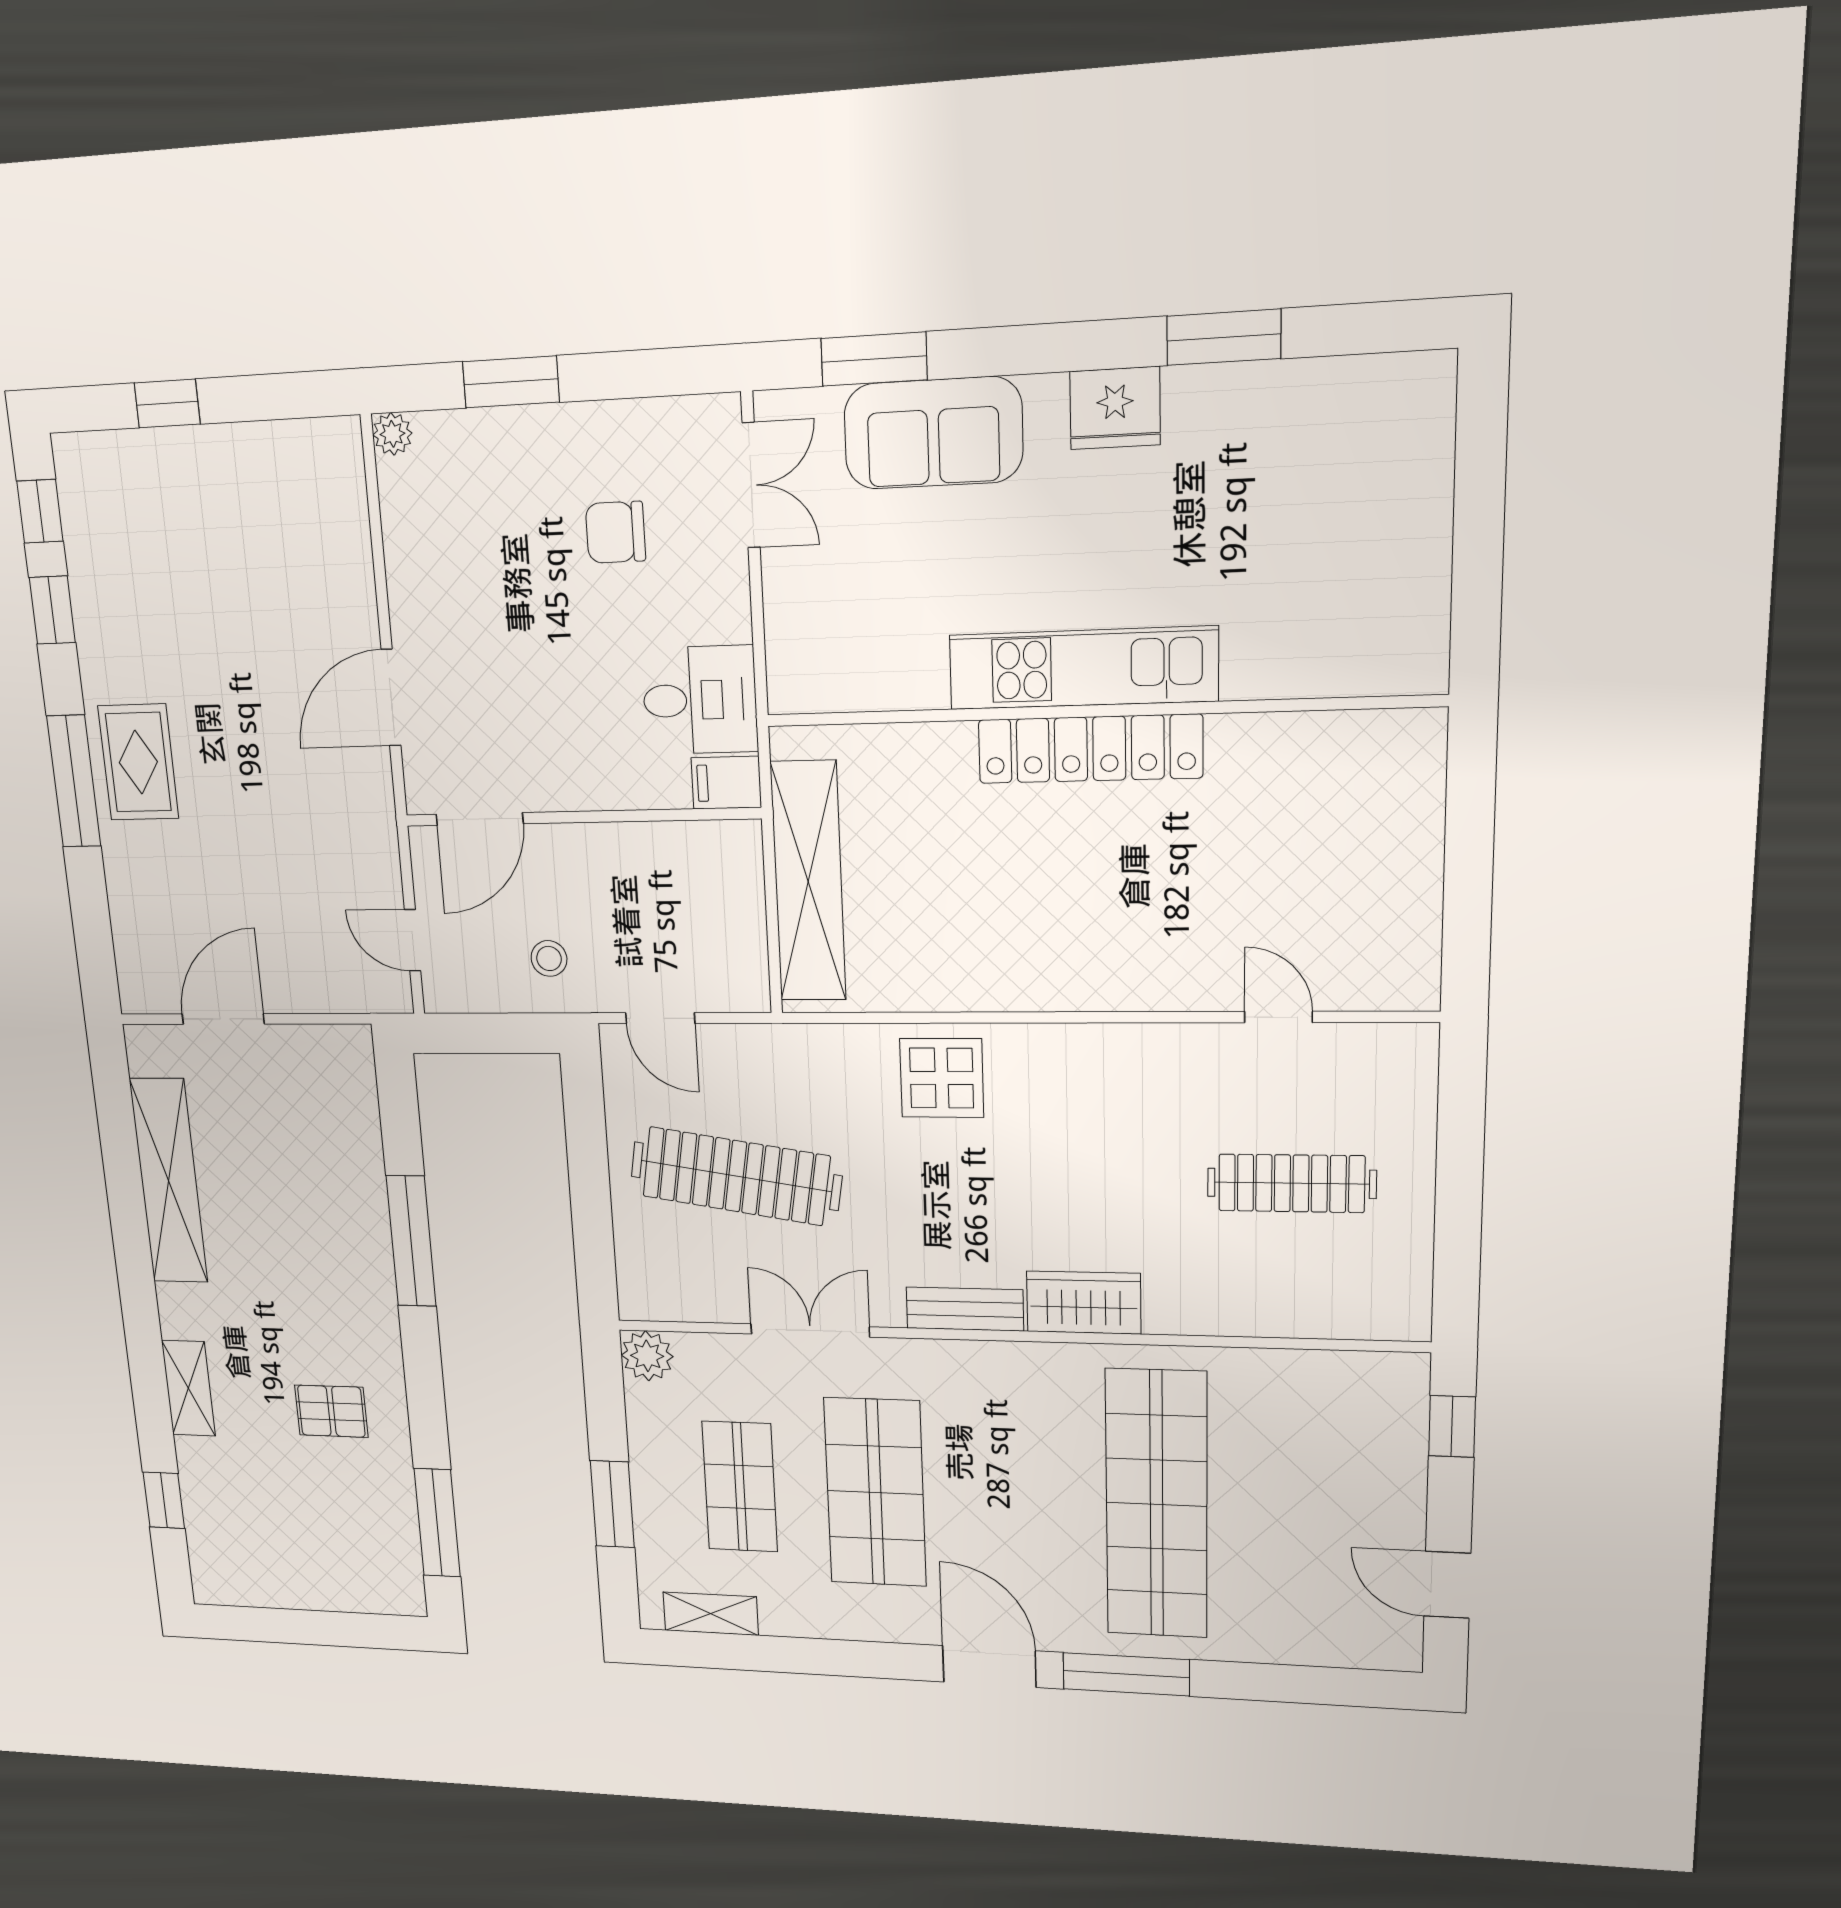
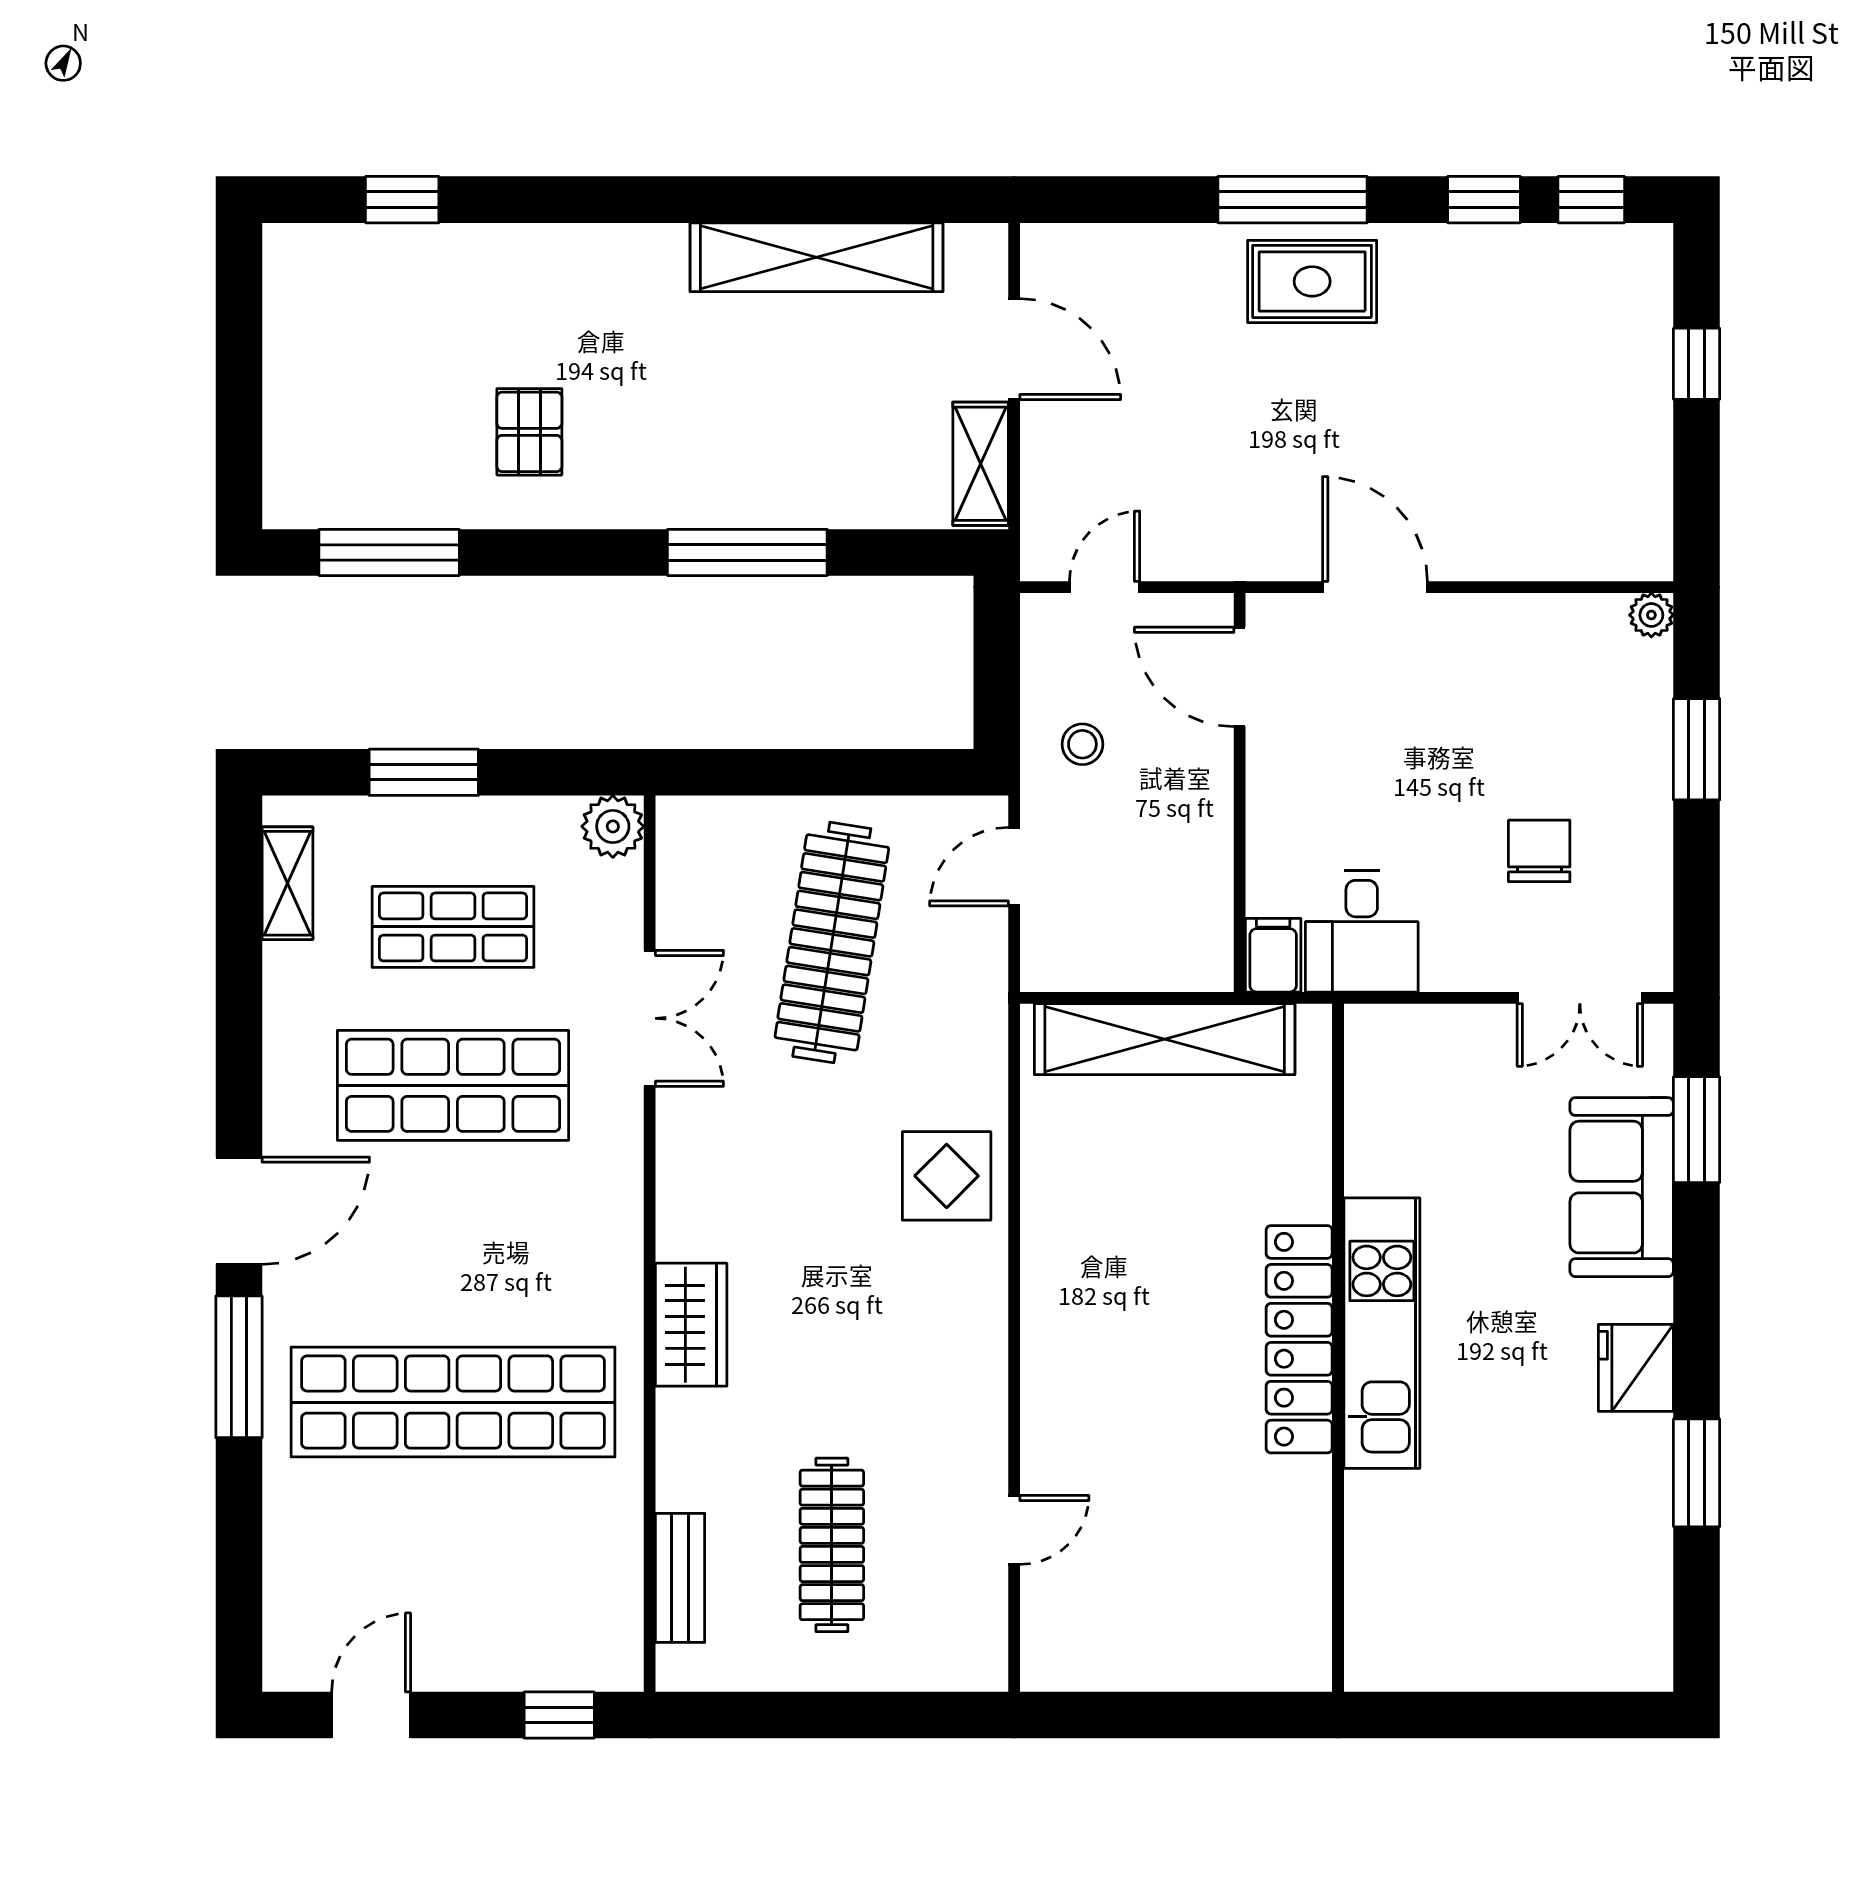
bench: (965, 1309) -> (680, 1578), moved
shelving: (188, 1388) -> (981, 464), moved, turned 90

